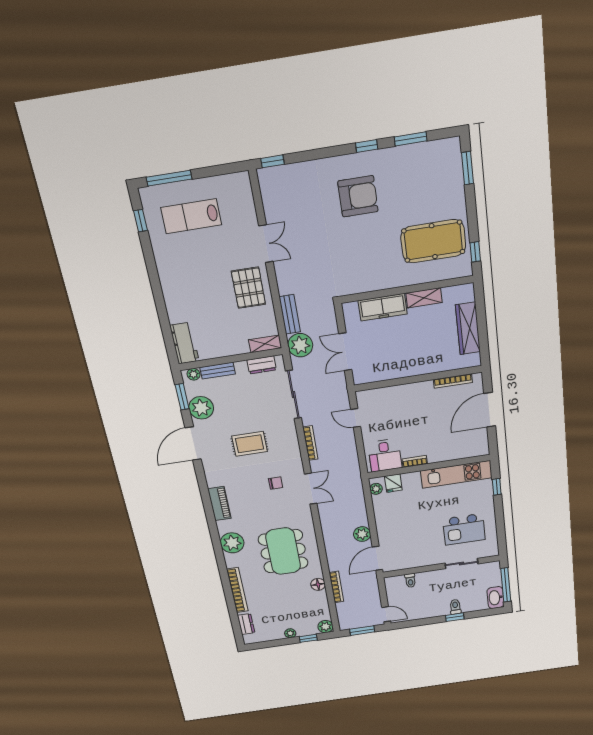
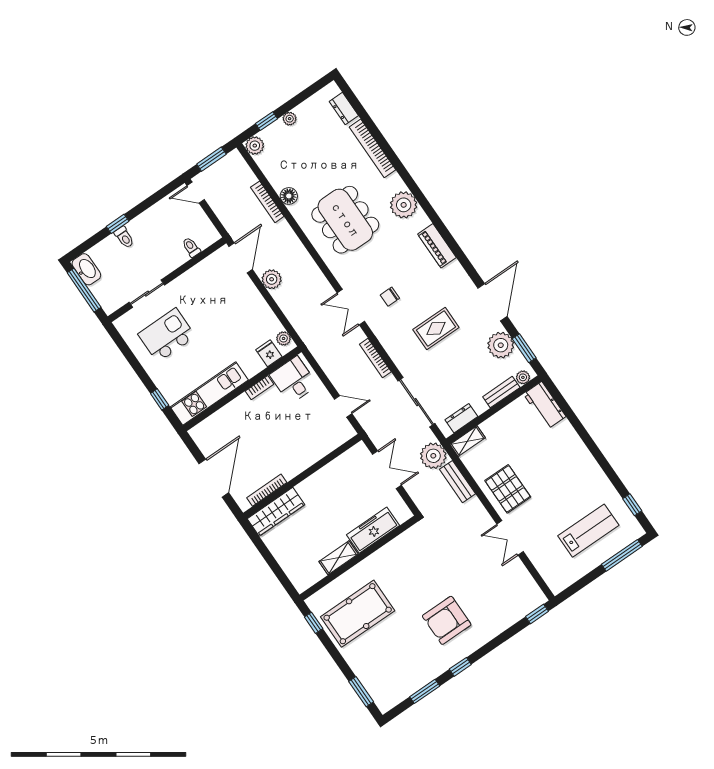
wardrobe: (468, 328) -> (276, 512), moved, turned 90

